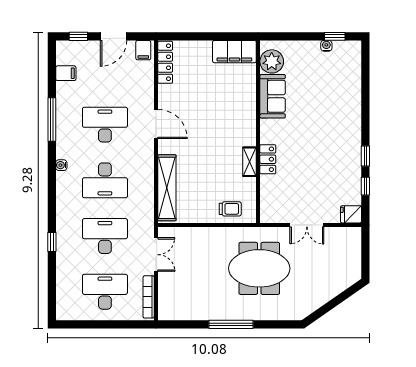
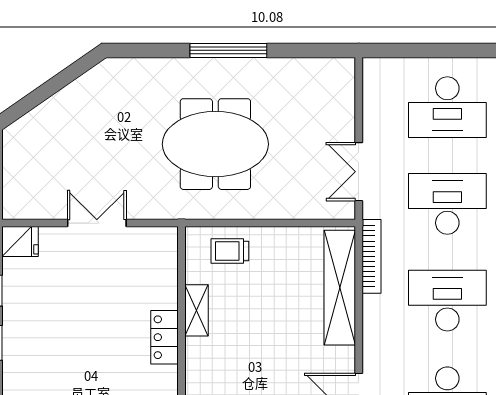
shelving: (249, 162) -> (196, 310), moved
desk: (105, 236) -> (447, 204), turned 180
meeting table: (259, 268) -> (215, 144), moved
bookcase: (149, 297) -> (372, 256), moved

